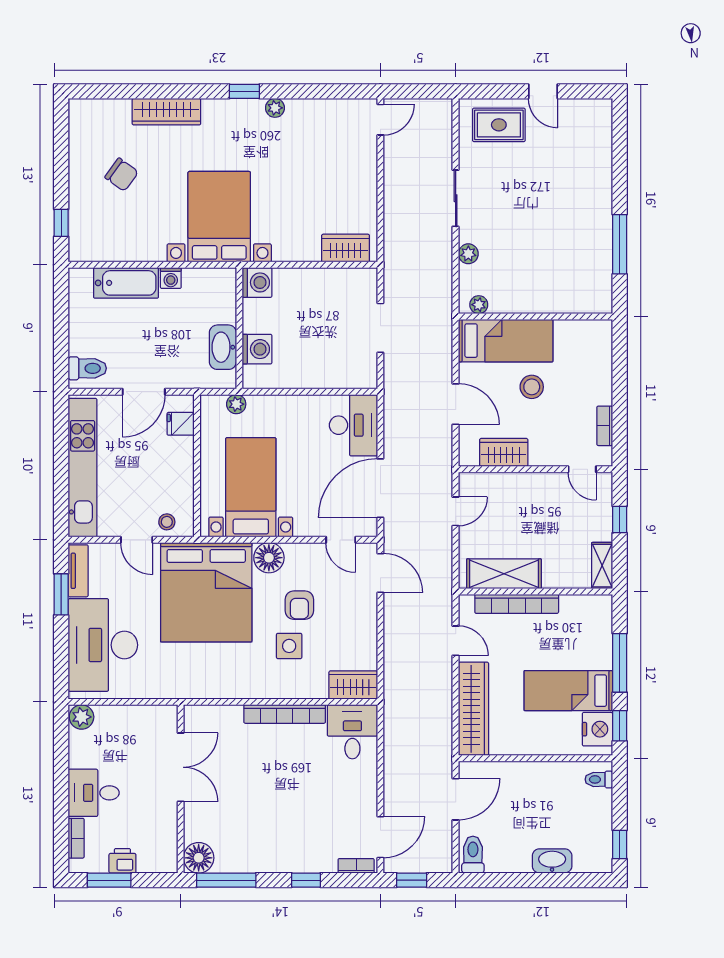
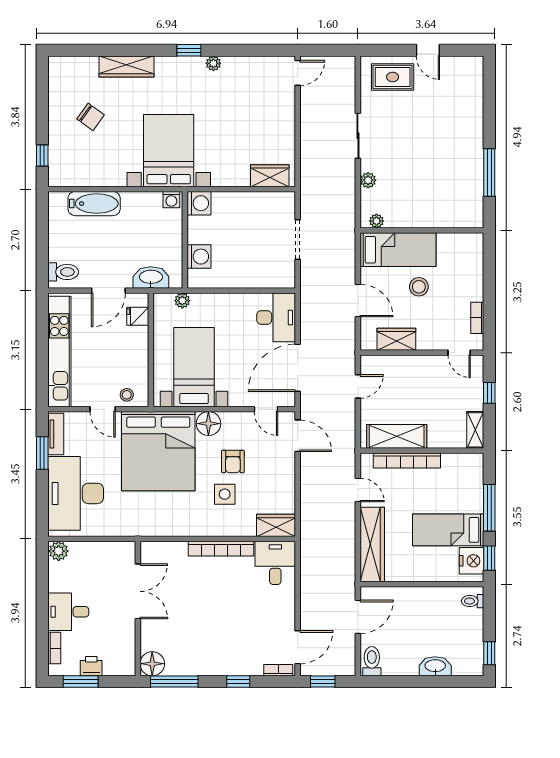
washing machine: (171, 278) -> (171, 200), moved
washbasin: (223, 347) -> (151, 277), moved, turned 90

